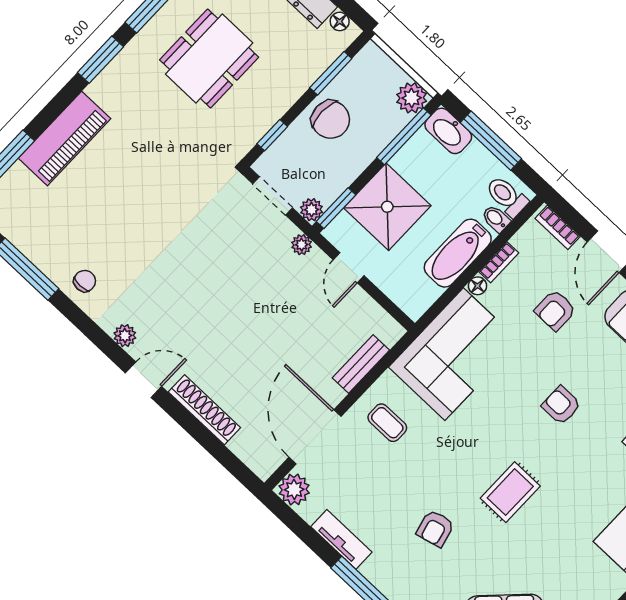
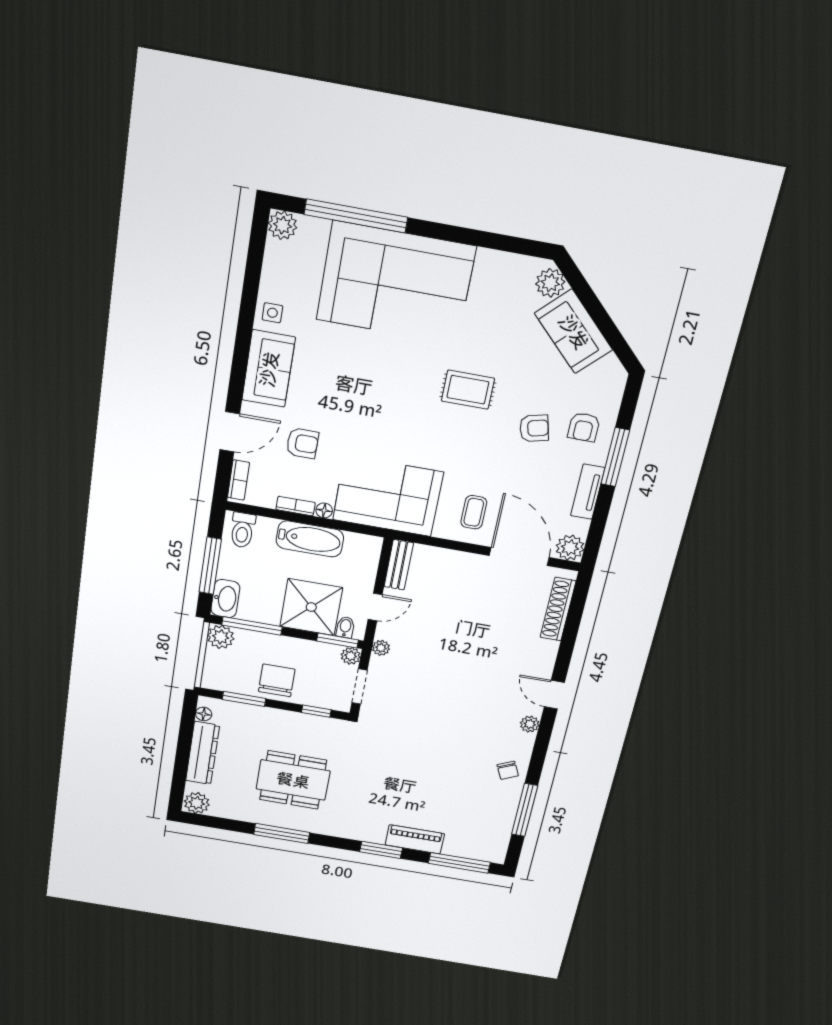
window: (100, 60) -> (381, 850), moved
piano: (65, 138) -> (415, 839), width x0.73, depth x0.75
bidet: (496, 219) -> (345, 627), moved, turned 180
chair: (85, 281) -> (508, 770), turned -115
bench: (361, 364) -> (399, 565), moved, turned 90
armchair: (561, 405) -> (584, 427), moved
shoe rack: (204, 410) -> (558, 609), moved
door: (315, 437) -> (519, 556), swing flipped

